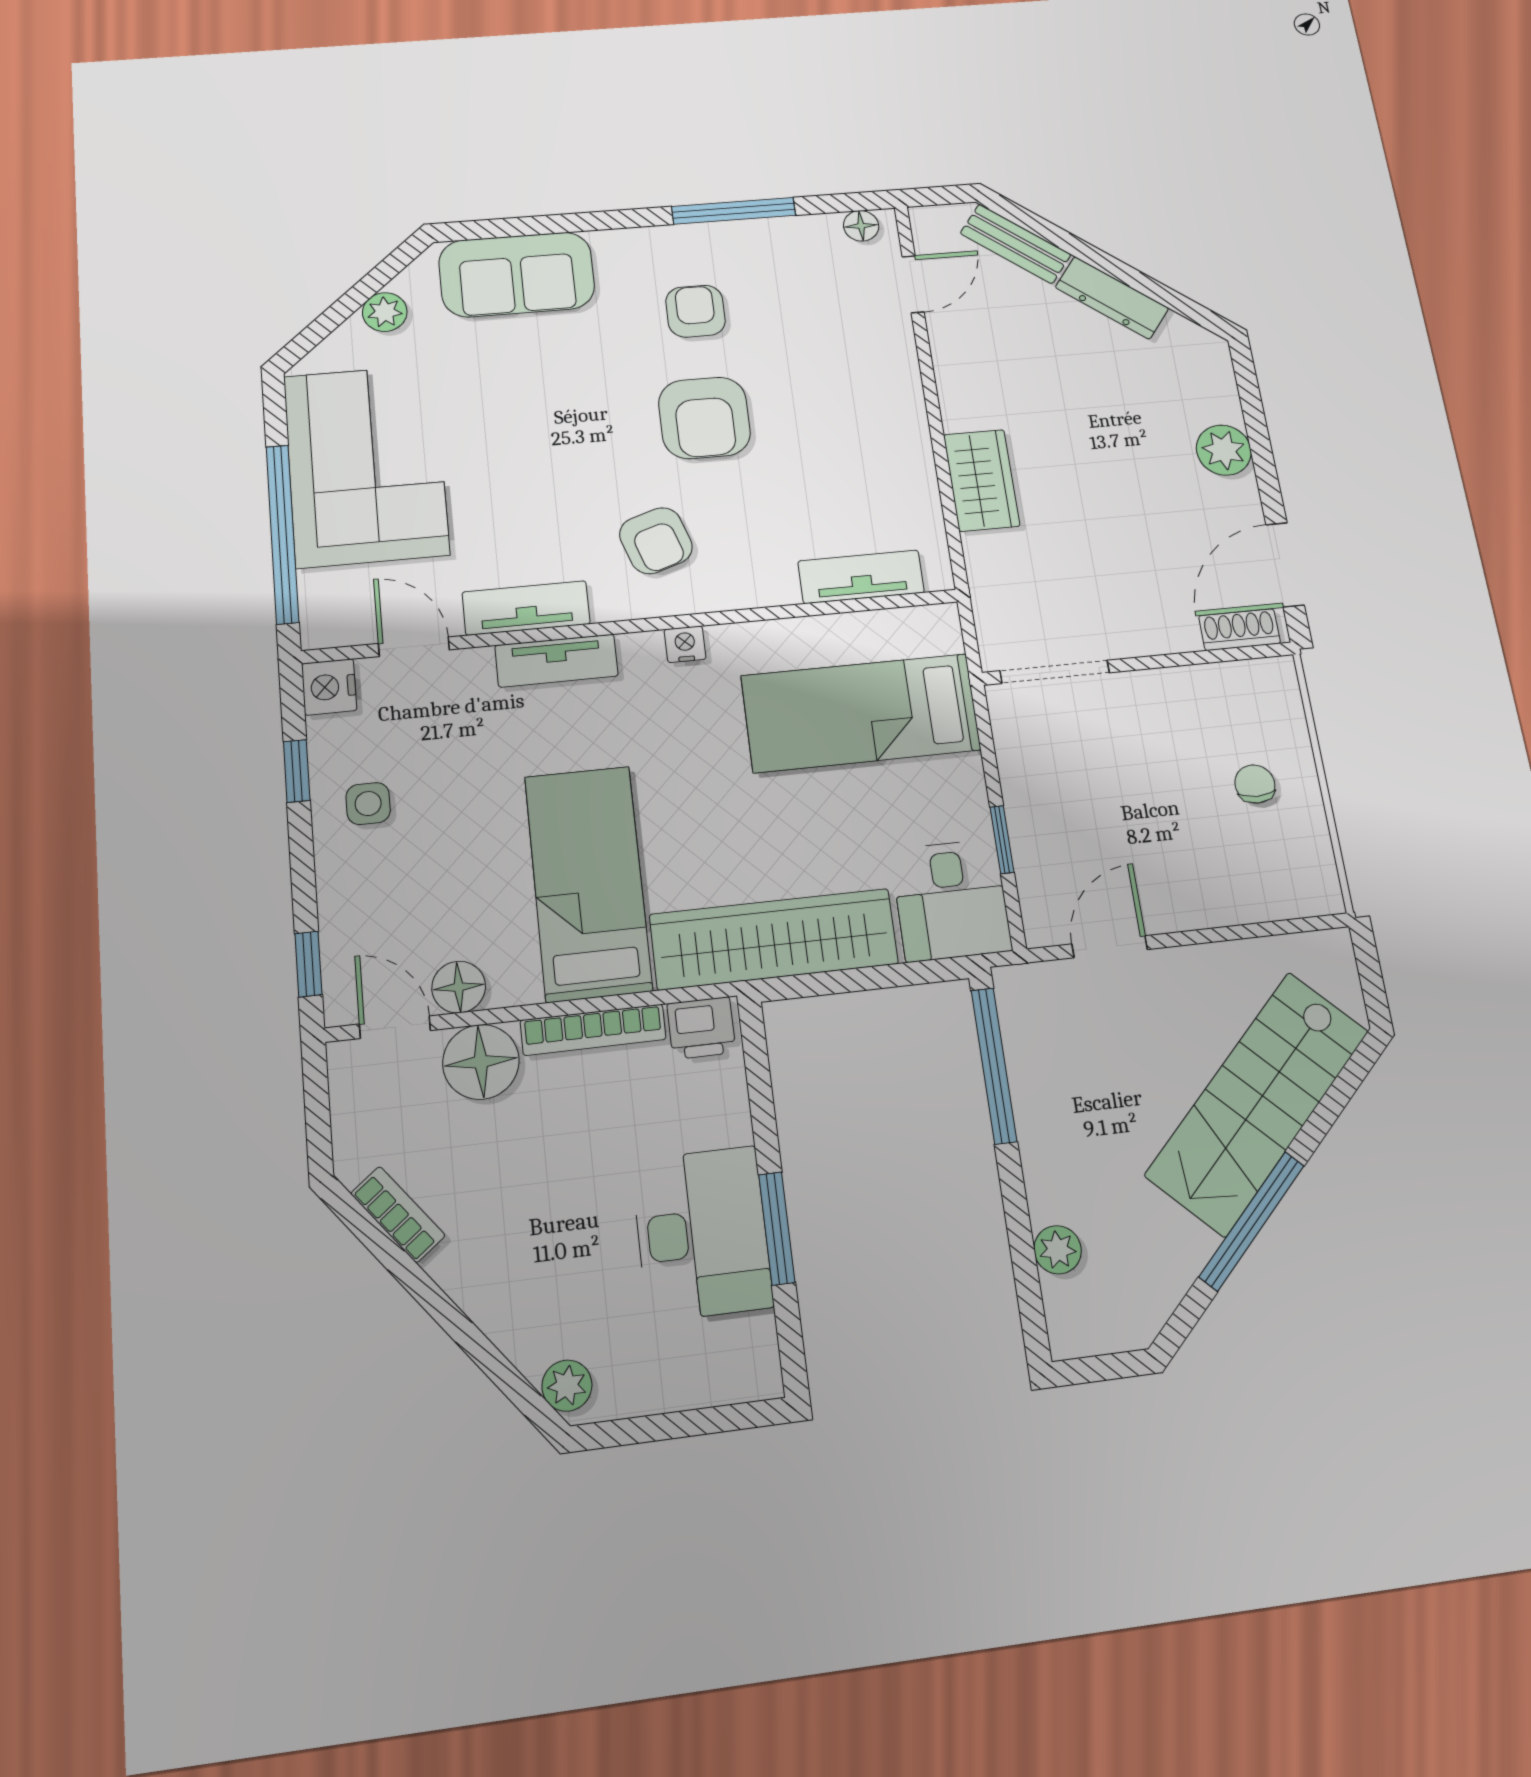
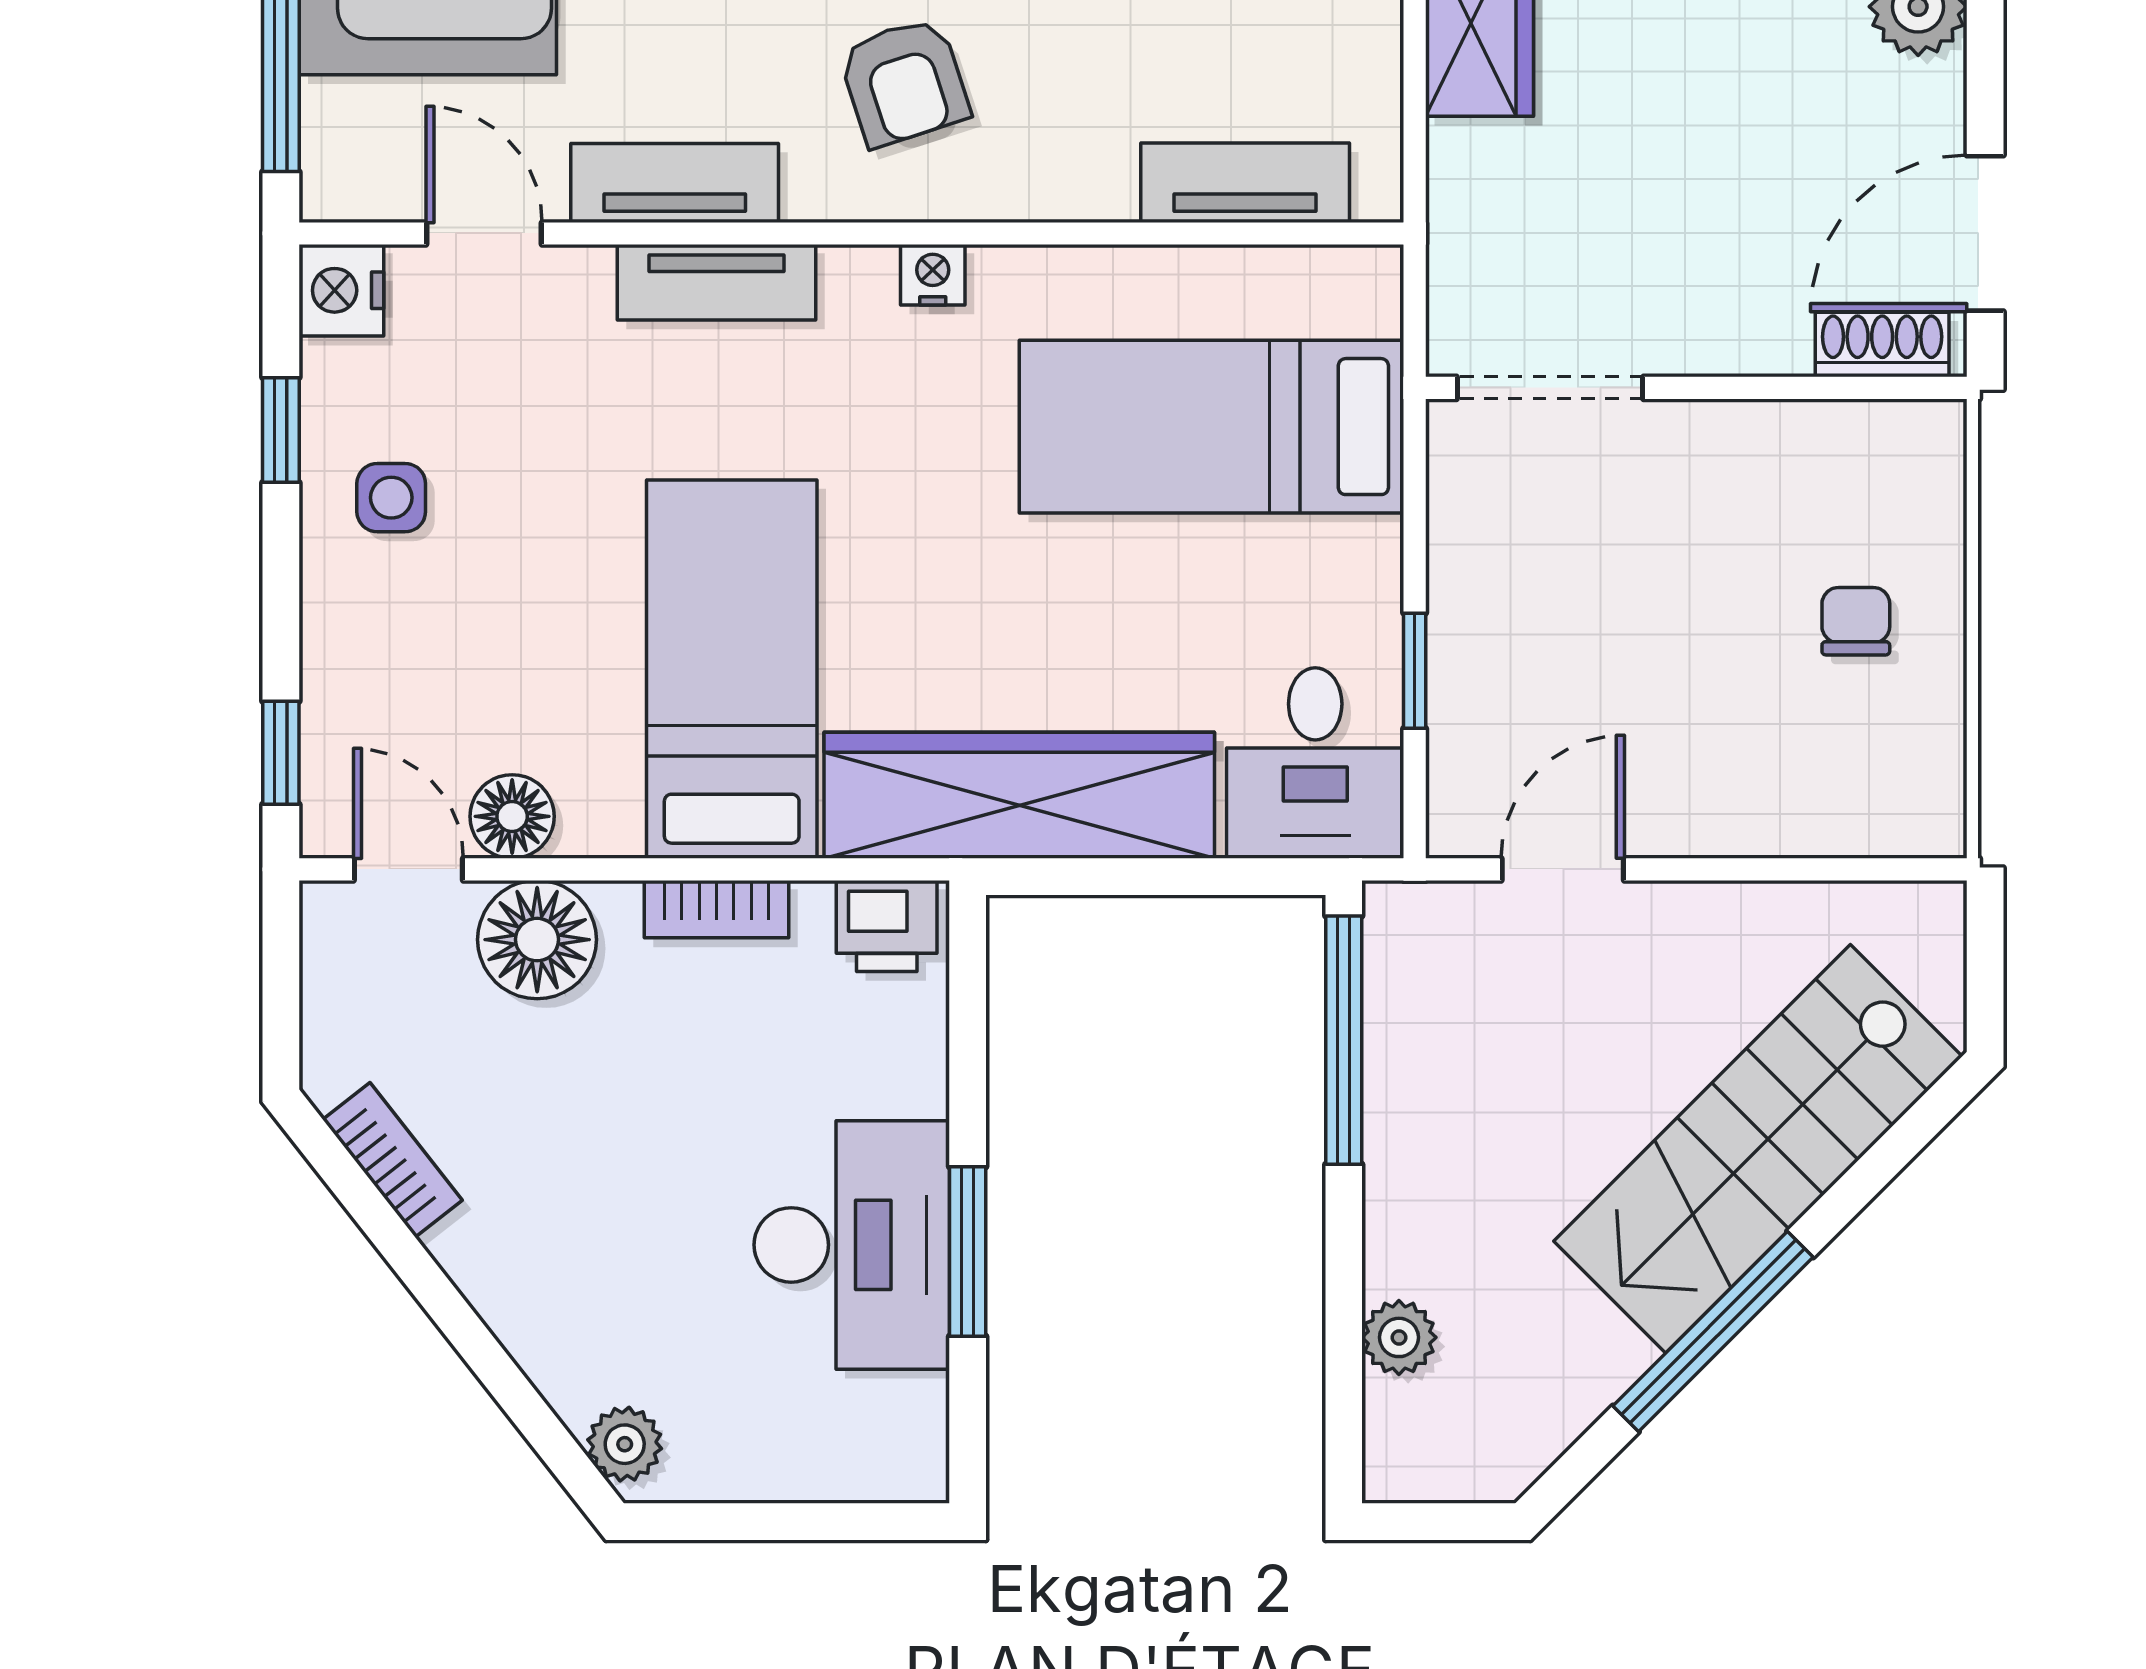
bookcase: (593, 1030) -> (716, 909), width x0.64

